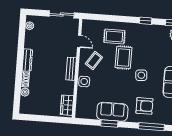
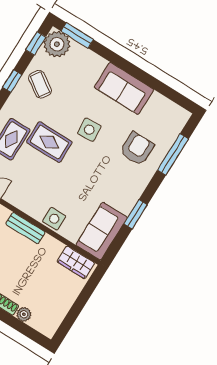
coffee table: (94, 60) -> (40, 84), moved
sofa: (112, 112) -> (102, 231), moved

